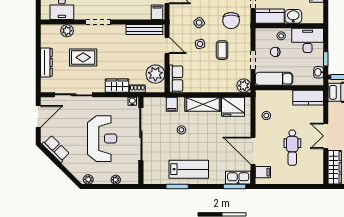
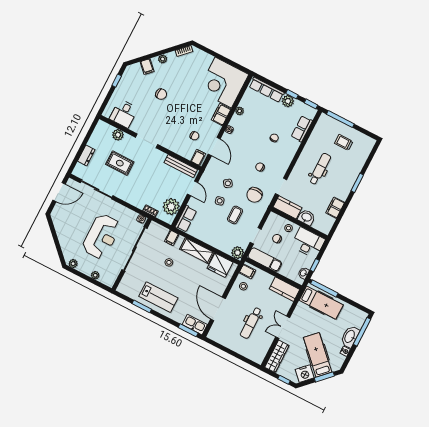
dresser: (46, 62) -> (86, 155), width x0.70
wardrobe: (117, 86) -> (135, 200), removed
row of seats: (56, 149) -> (60, 225), removed
filing cabinet: (263, 172) -> (247, 271), moved

